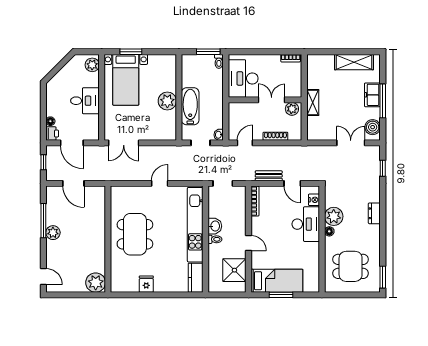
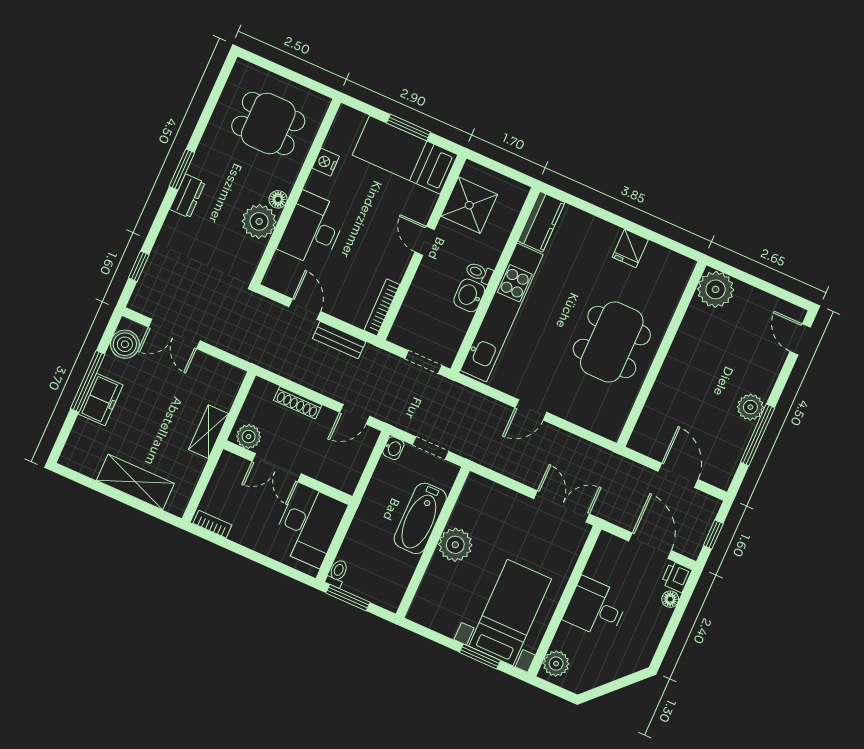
shelving: (354, 62) -> (135, 482), moved
nightstand: (314, 200) -> (326, 162), moved
window: (383, 277) -> (182, 170), moved

